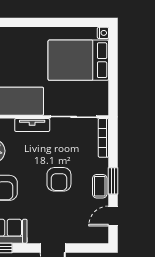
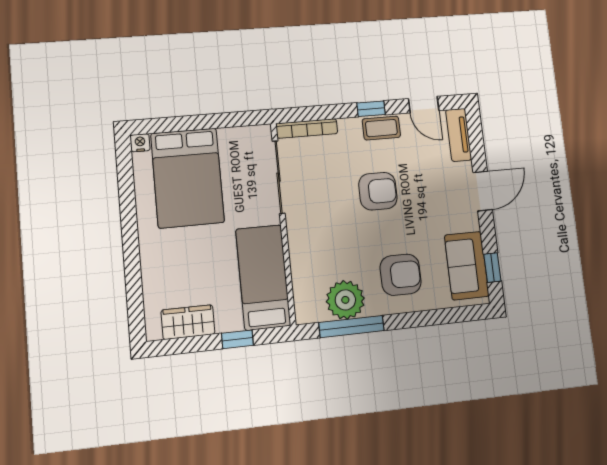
tv unit: (32, 125) -> (459, 135), moved, turned 180
window: (113, 181) -> (371, 109), width x0.67

